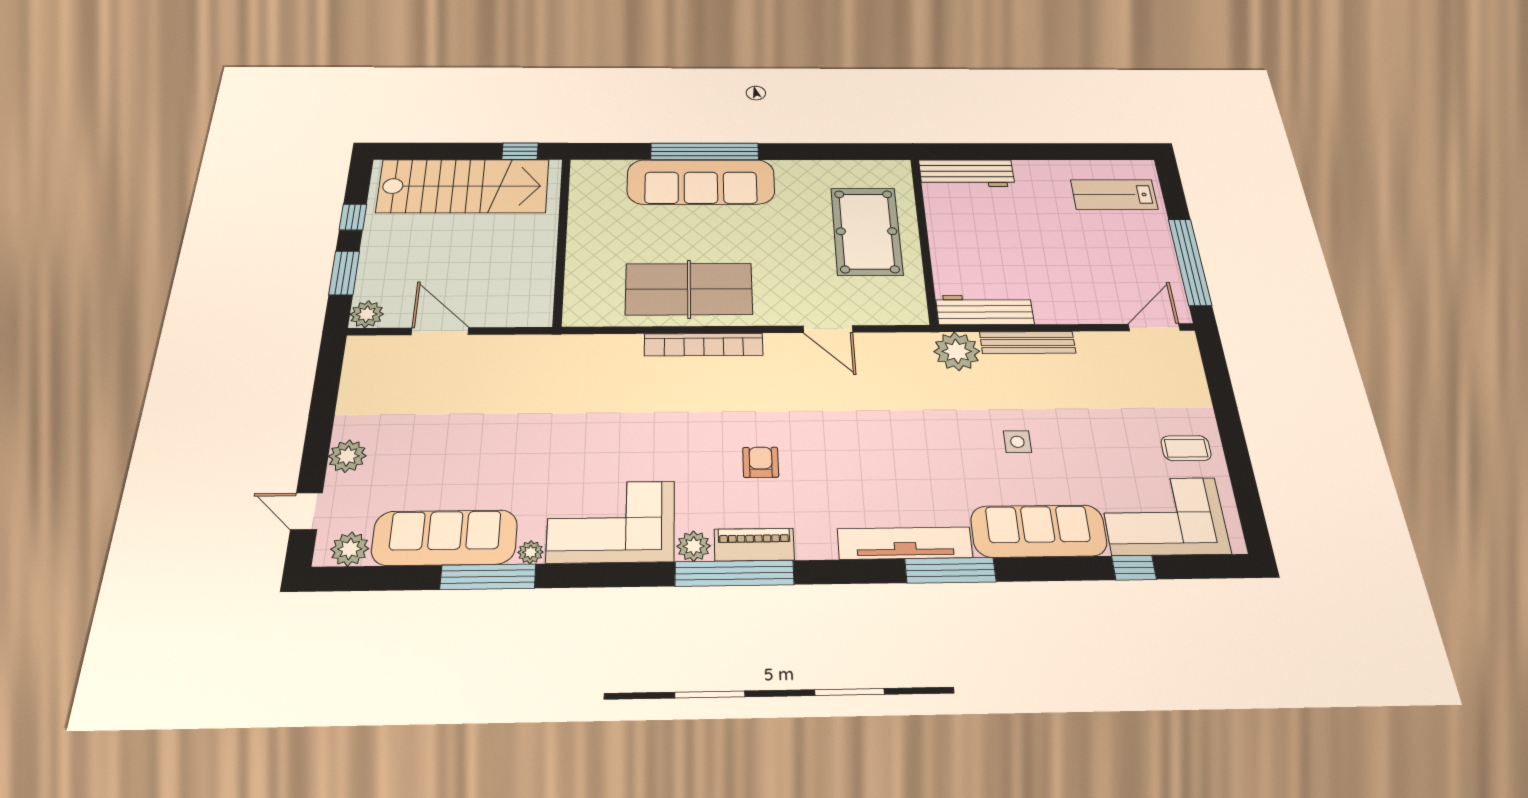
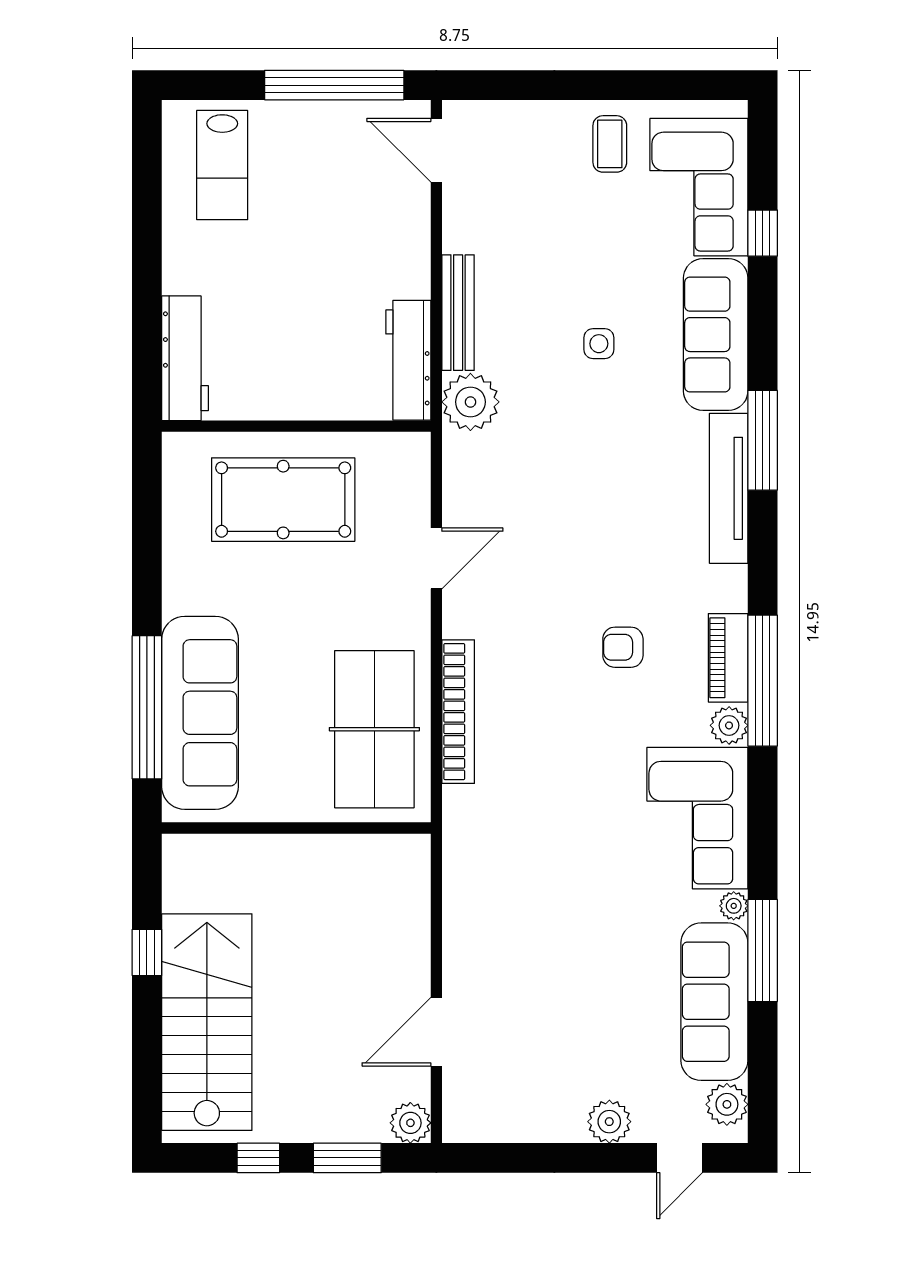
wall: (562, 240) -> (296, 828), moved

